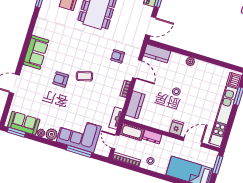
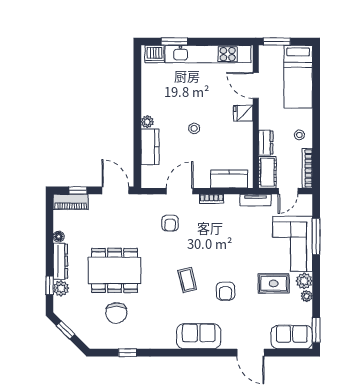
kitchen counter: (157, 53) -> (150, 147), moved
coffee table: (84, 76) -> (187, 280), moved
rug: (56, 113) -> (274, 283), added
sofa: (24, 123) -> (292, 337), moved, turned 90

